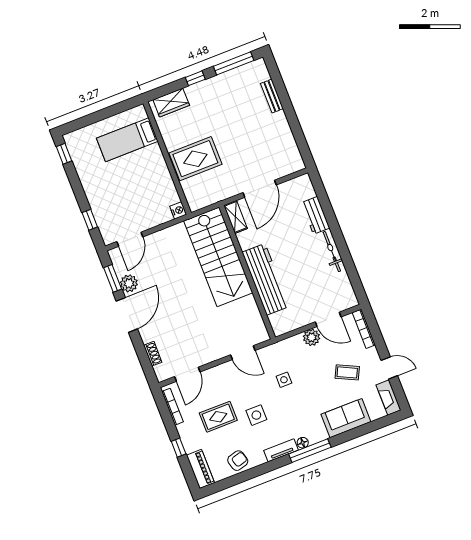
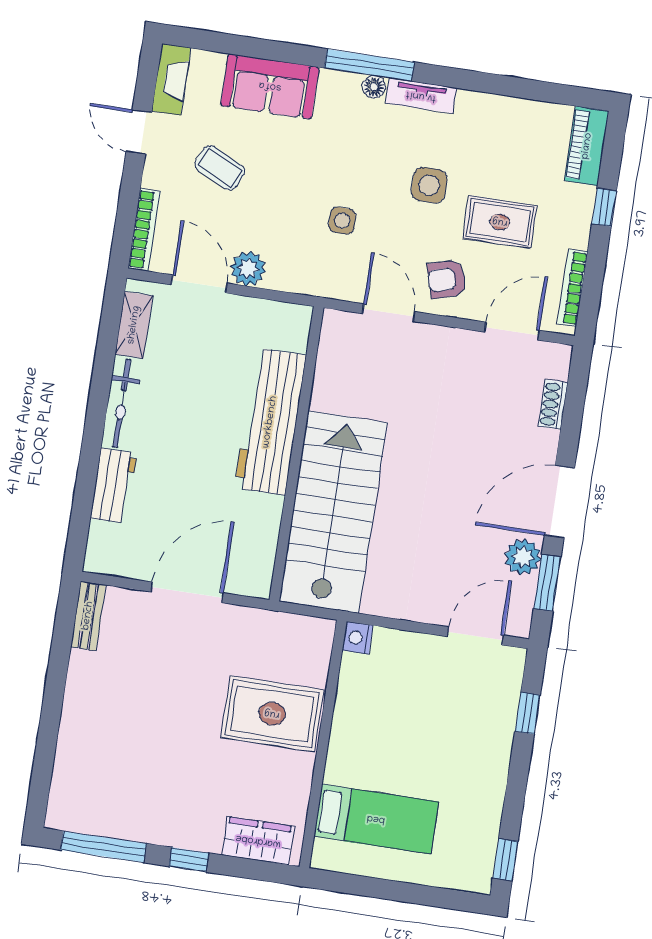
bench: (272, 96) -> (88, 616), moved
shelving: (236, 217) -> (134, 325), moved
armchair: (238, 461) -> (447, 279), moved

